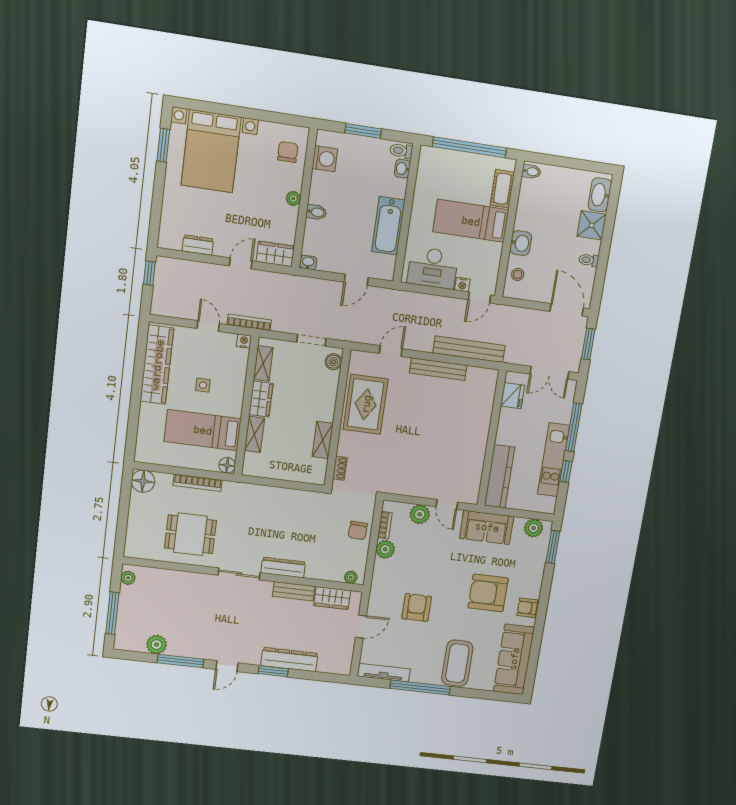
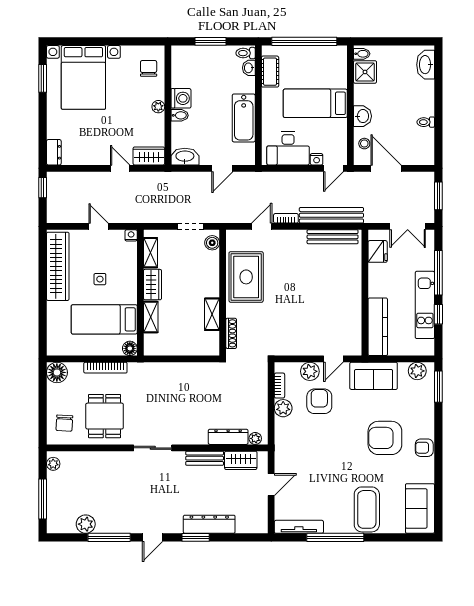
washing machine: (325, 159) -> (181, 98), moved
cot: (502, 189) -> (270, 72), moved
shower: (592, 225) -> (365, 72), moved
dresser: (198, 245) -> (54, 152), moved, turned 90
washbasin: (308, 262) -> (185, 157), width x1.91, depth x1.45
door: (241, 263) -> (120, 168), hinge flipped
door: (567, 310) -> (386, 168), moved
bookcase: (249, 322) -> (286, 218), moved, width x0.64
bench: (438, 369) -> (333, 237), moved
shoe rack: (340, 468) -> (231, 333), width x1.43
door: (447, 504) -> (333, 359), hinge flipped
chair: (358, 530) -> (64, 423), moved
dining table: (190, 534) -> (105, 416), turned 90
dresser: (283, 568) -> (228, 437), moved
armchair: (417, 608) -> (319, 401), moved
sofa: (514, 659) -> (420, 508), width x0.73

